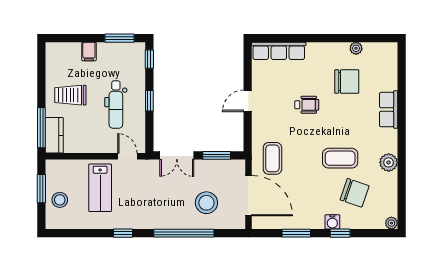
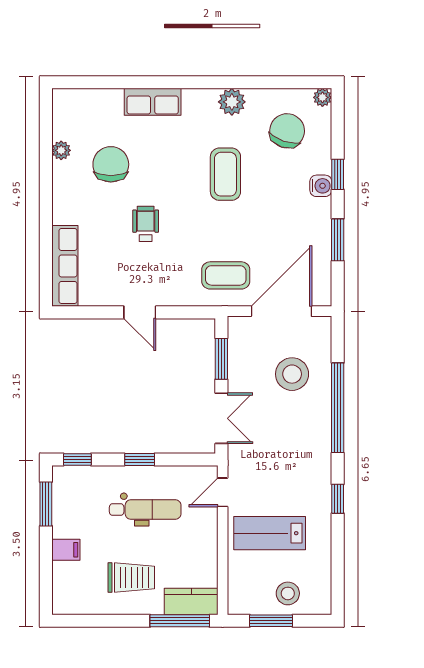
trolley: (70, 95) -> (131, 578), turned -90
lab bench: (100, 188) -> (270, 533), turned 180
chair: (355, 193) -> (287, 131), moved

